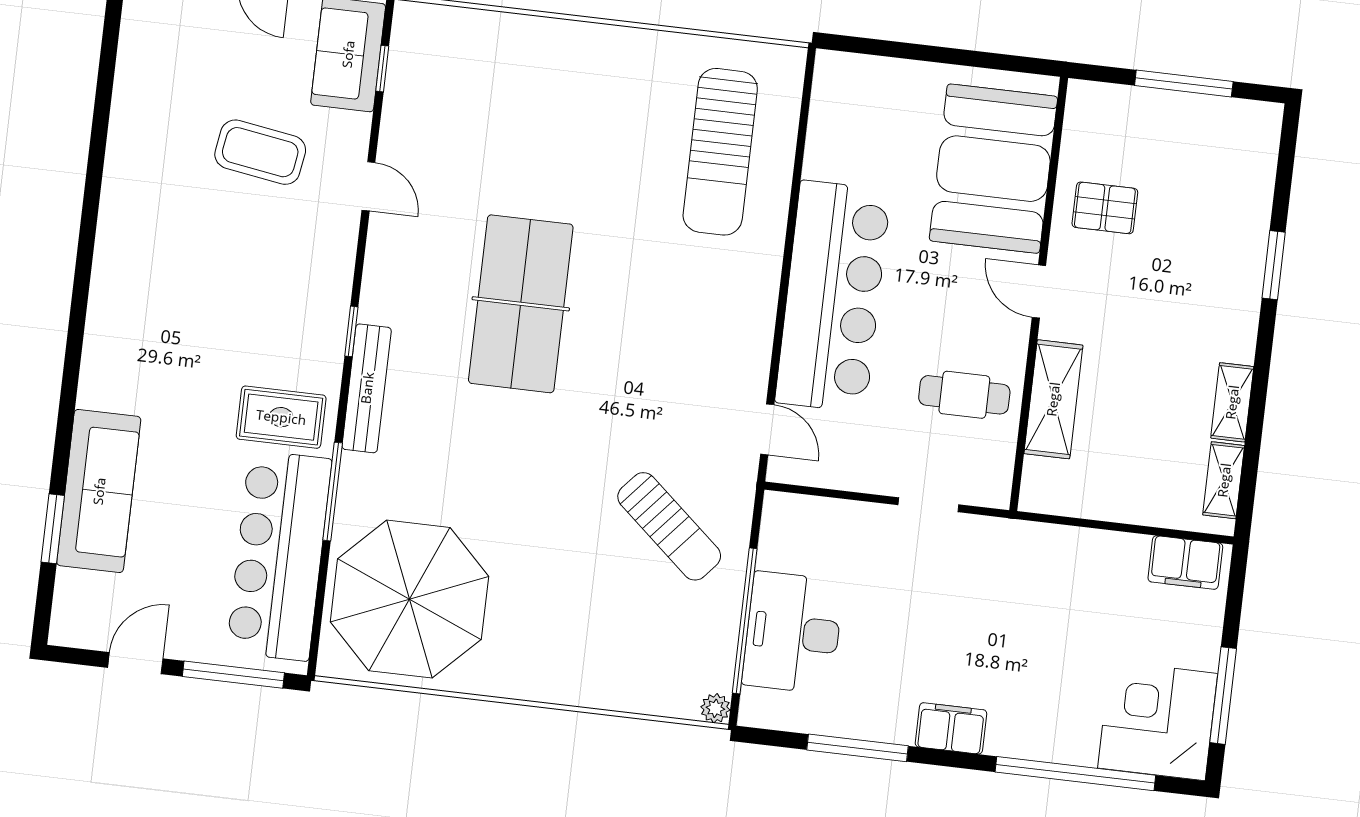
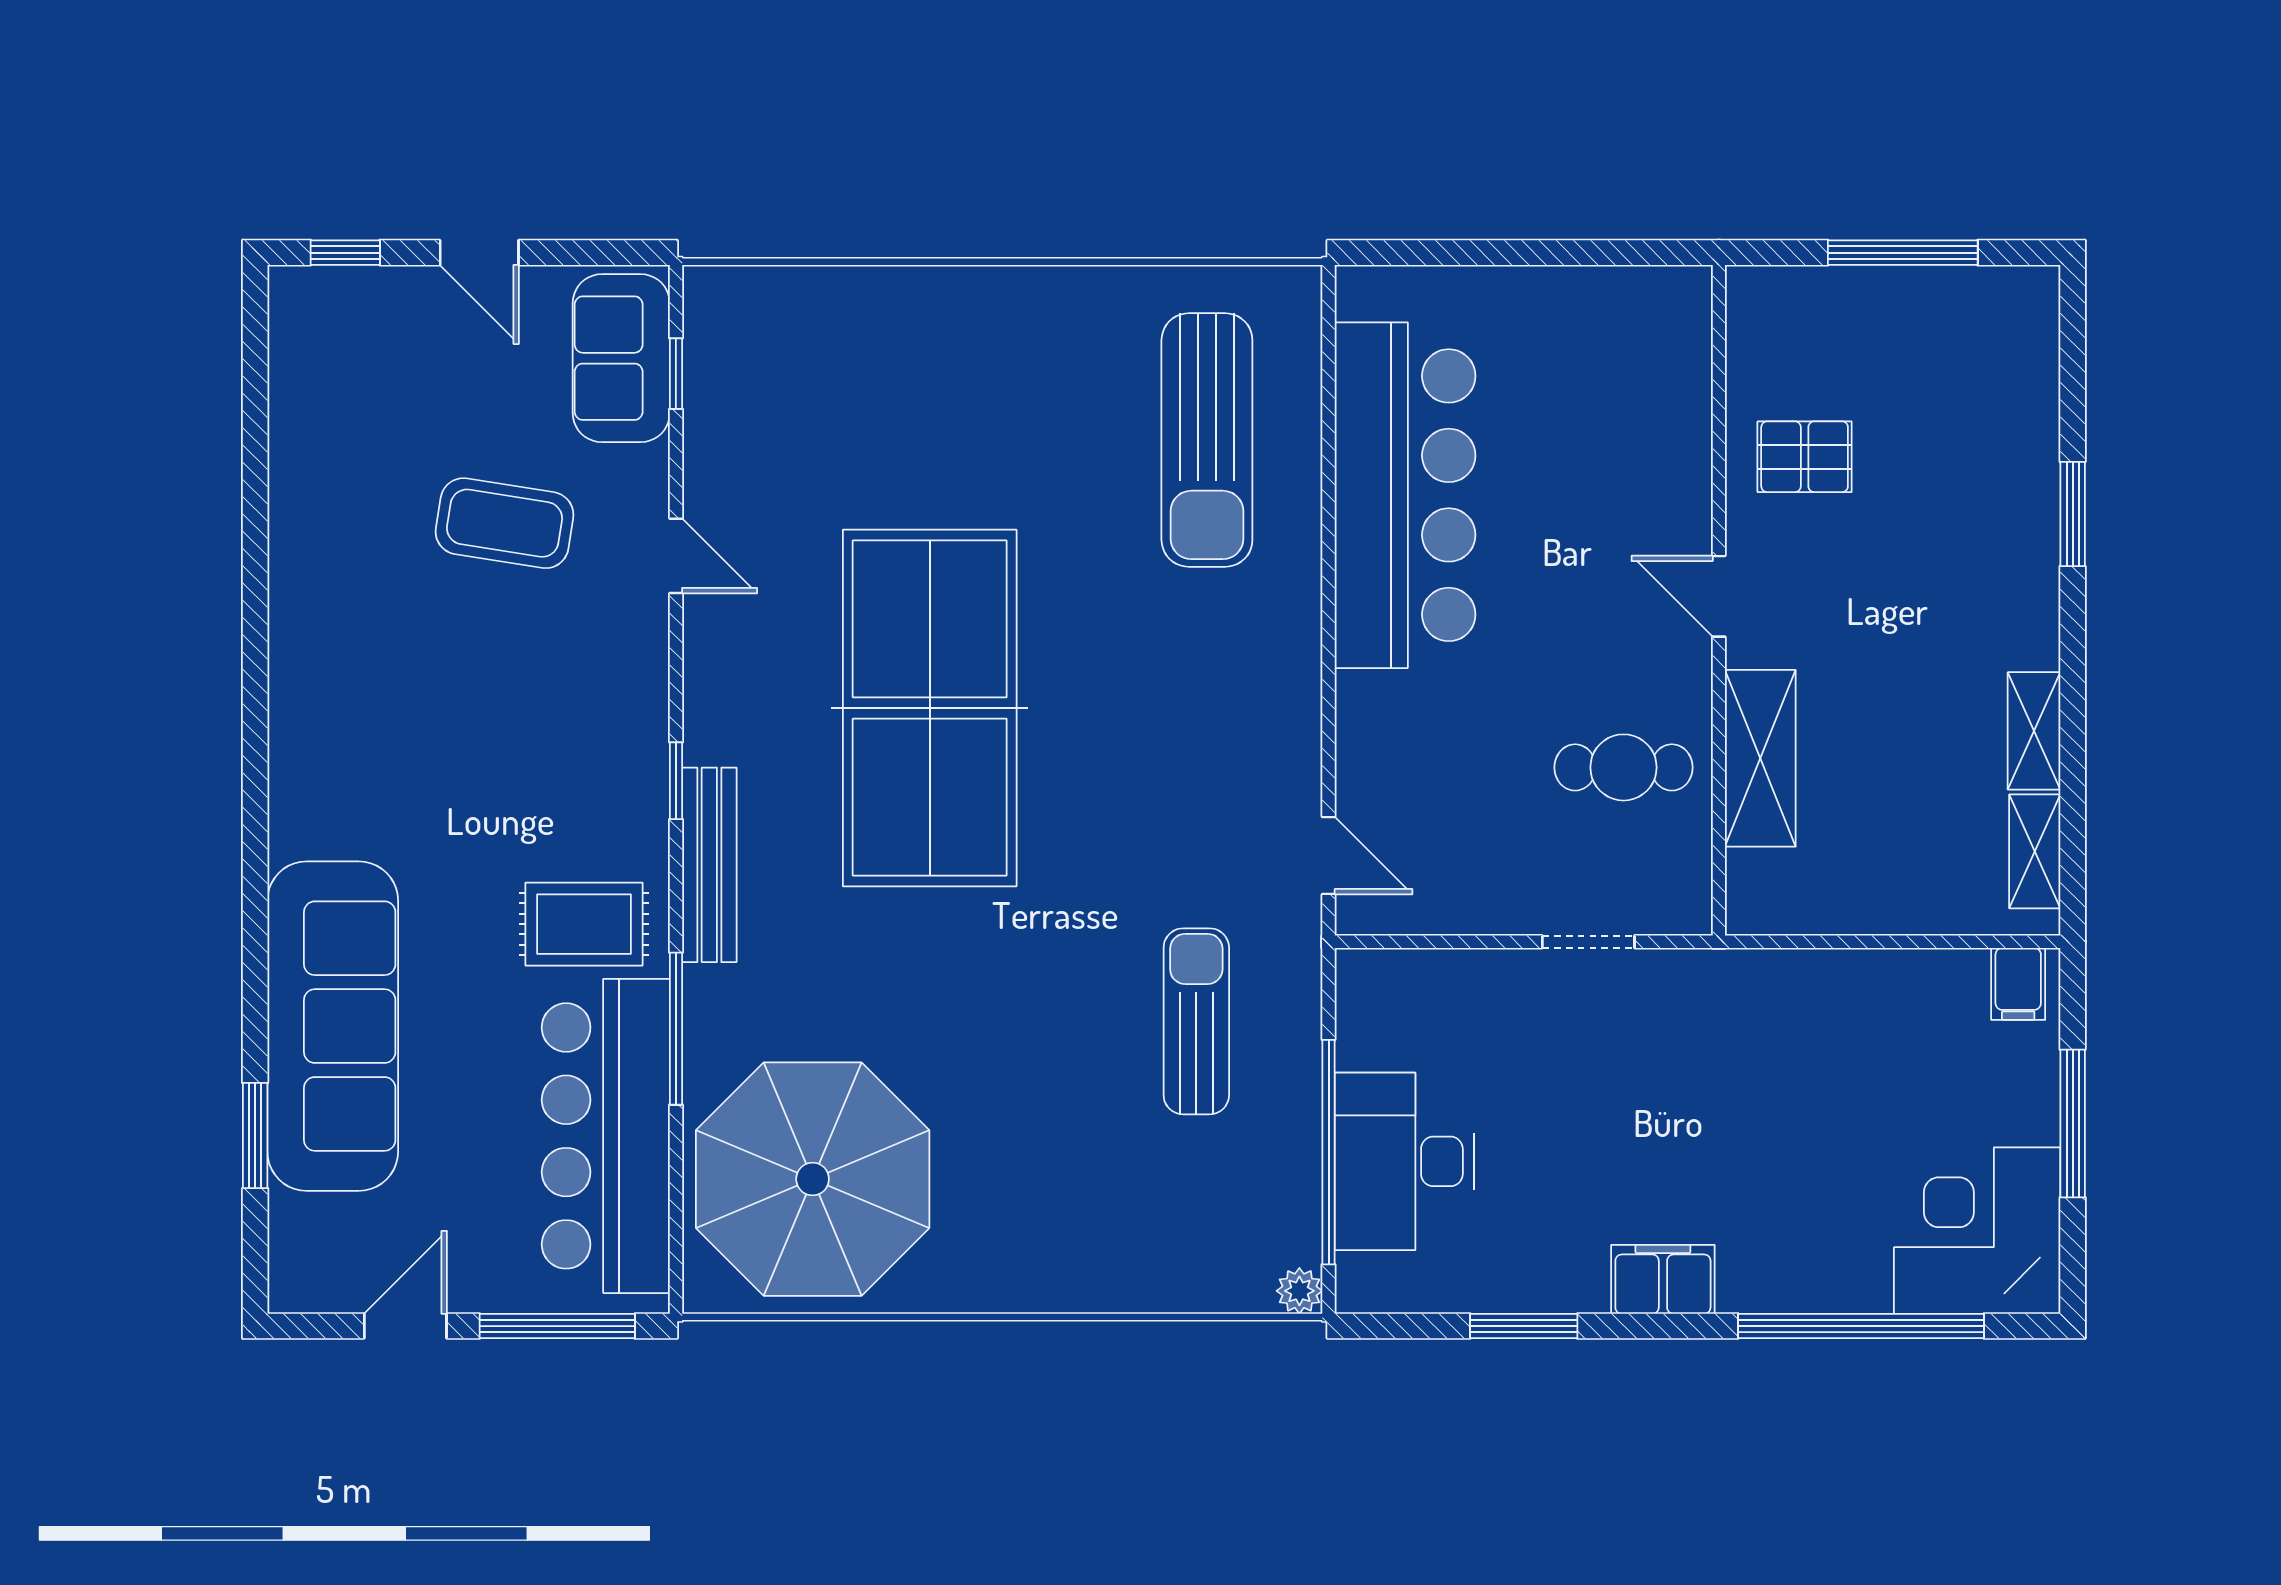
booth: (993, 169) -> (1627, 417), removed
bar counter: (833, 296) -> (1405, 495), moved
table tennis table: (521, 304) -> (930, 708), width x1.36, depth x1.32
sofa: (99, 491) -> (333, 1026), width x1.36, depth x1.27
sun lounger: (669, 526) -> (1196, 1021), turned -131
filing cabinet: (1185, 563) -> (2018, 984), width x0.50
window: (1223, 696) -> (2073, 1124), moved
window: (857, 748) -> (1524, 1326), width x0.69

